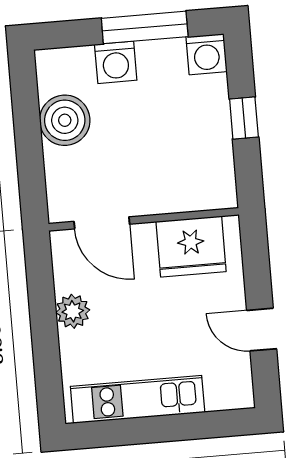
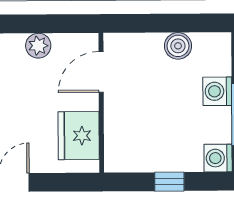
boiler: (65, 120) -> (178, 46), width x0.73, depth x0.73

